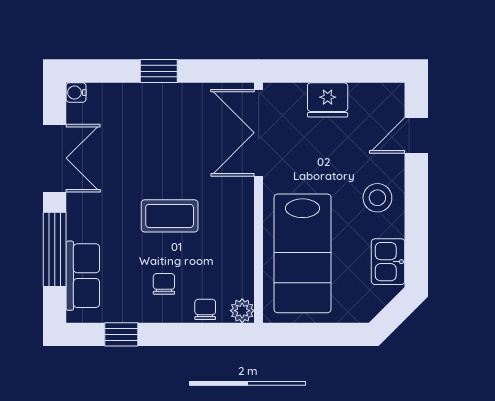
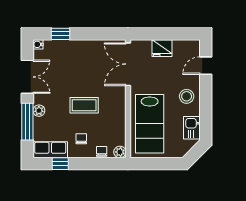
window: (159, 71) -> (61, 34), moved
plant: (78, 227) -> (39, 111), added
row of seats: (83, 276) -> (50, 150), moved, turned -90

